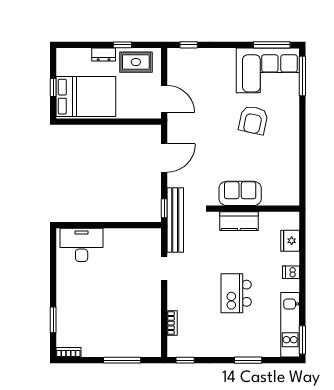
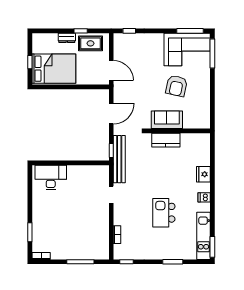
sofa: (240, 193) -> (167, 120), moved
wall: (256, 209) -> (178, 131), moved
kitchen counter: (239, 221) -> (166, 140), moved

